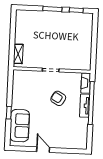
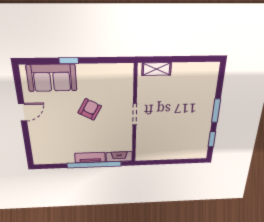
armchair: (58, 98) -> (90, 109), moved

